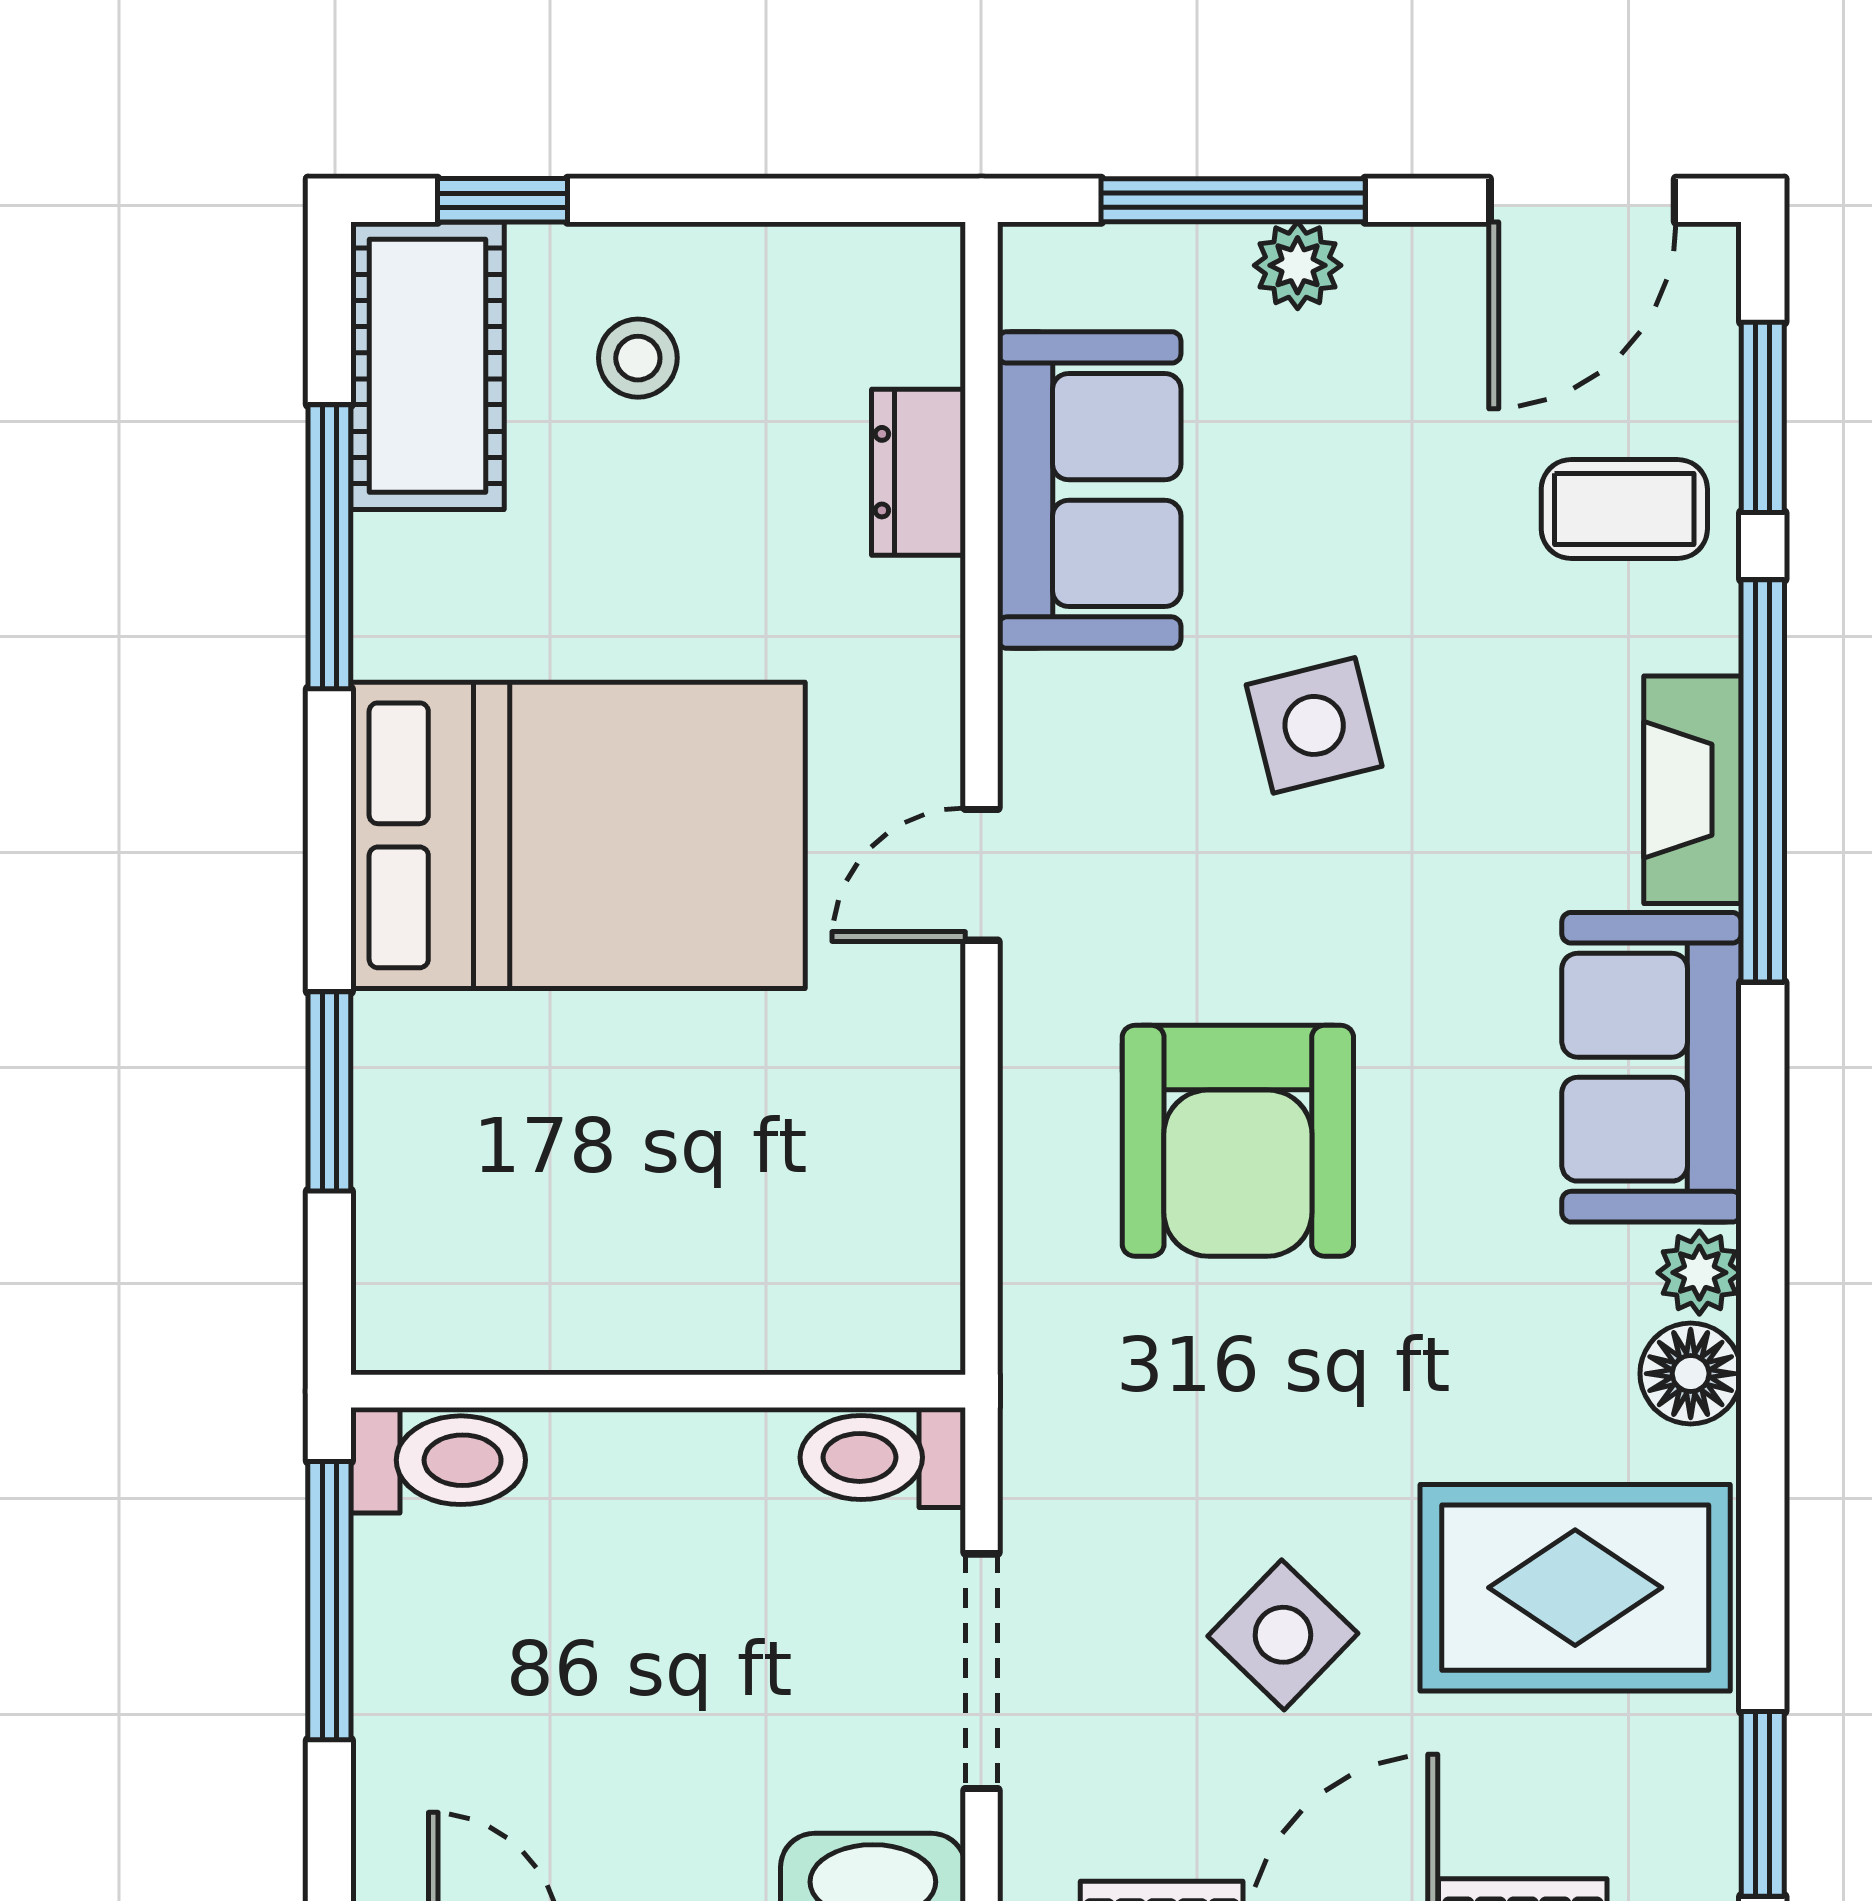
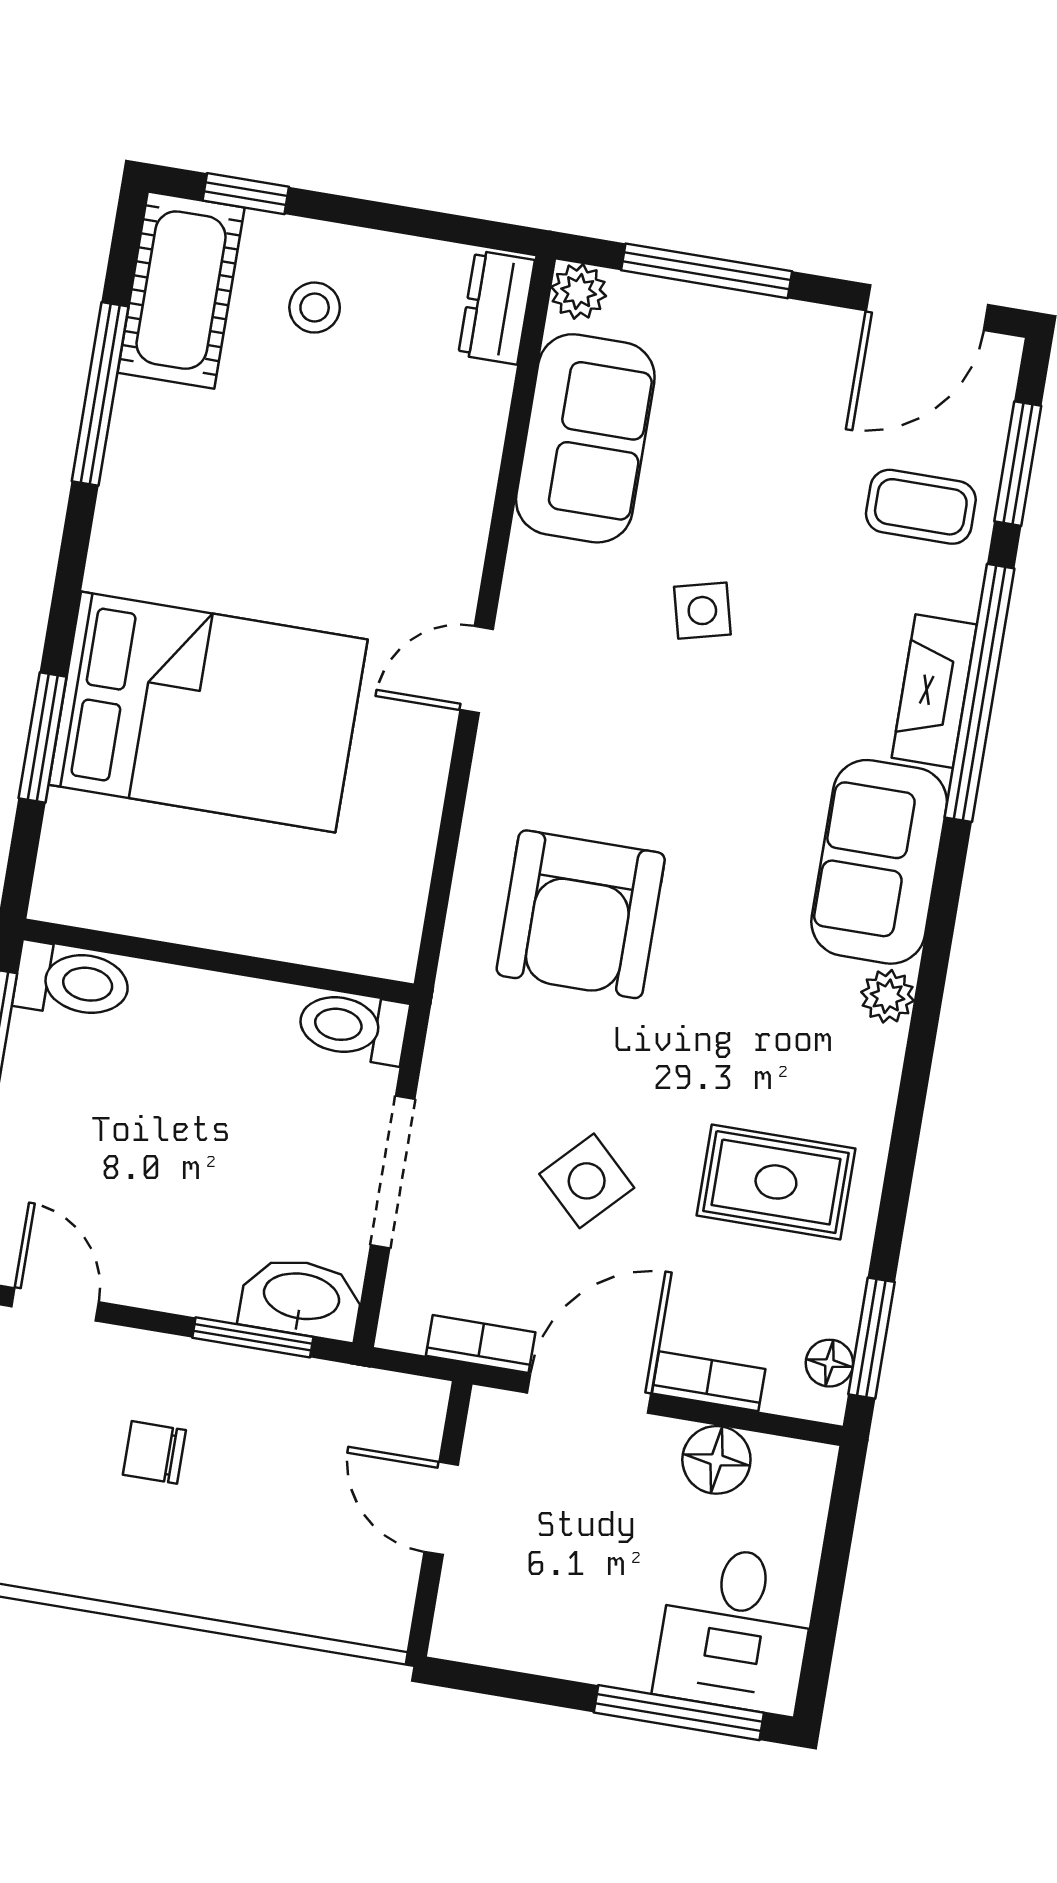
plant: (1298, 265) -> (579, 292), moved
dresser: (918, 472) -> (496, 308), moved
side table: (1314, 725) -> (702, 611), width x0.73, depth x0.73
bed: (578, 835) -> (208, 712), moved
armchair: (1238, 1141) -> (581, 914), moved
floor lamp: (1691, 1374) -> (829, 1363), moved, width x0.73, depth x0.73
rug: (1575, 1588) -> (776, 1182), width x0.73, depth x0.70

